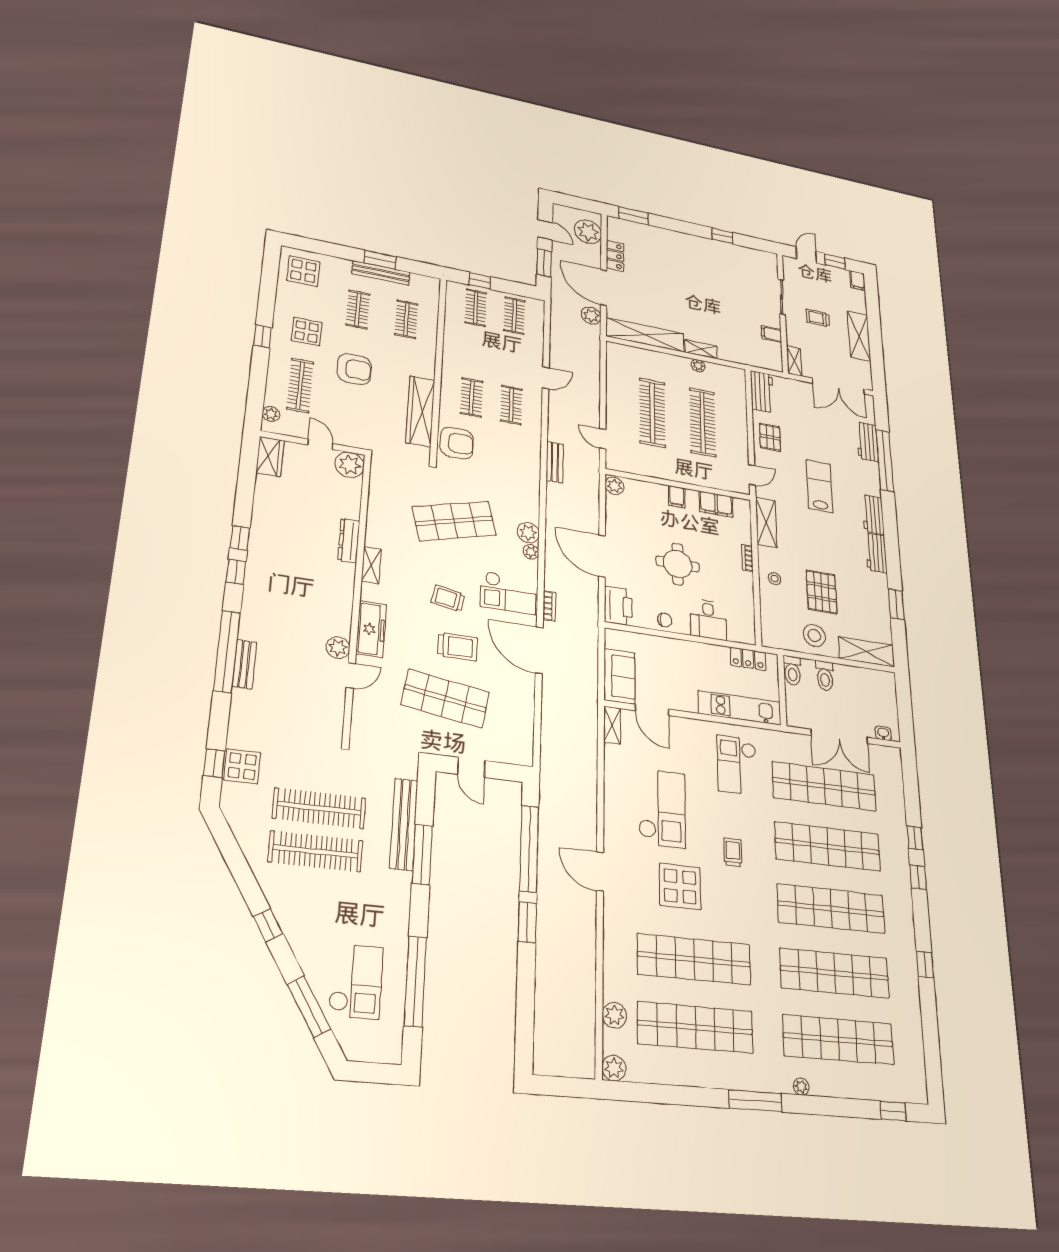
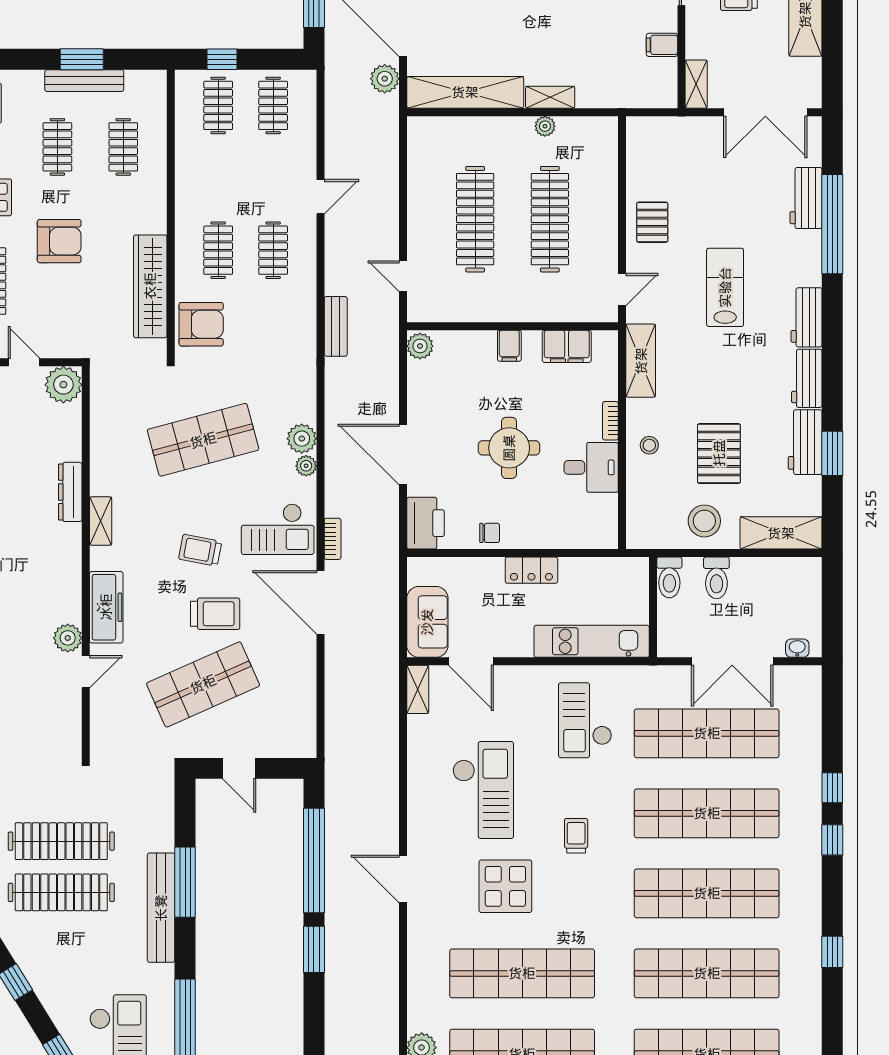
workbench: (762, 392) -> (805, 442), moved, turned 180
desk: (708, 619) -> (591, 467), moved, turned -90
locker: (748, 659) -> (531, 570), moved
shop shelf: (445, 698) -> (203, 684), turned -33
bench: (404, 824) -> (161, 908), moved

